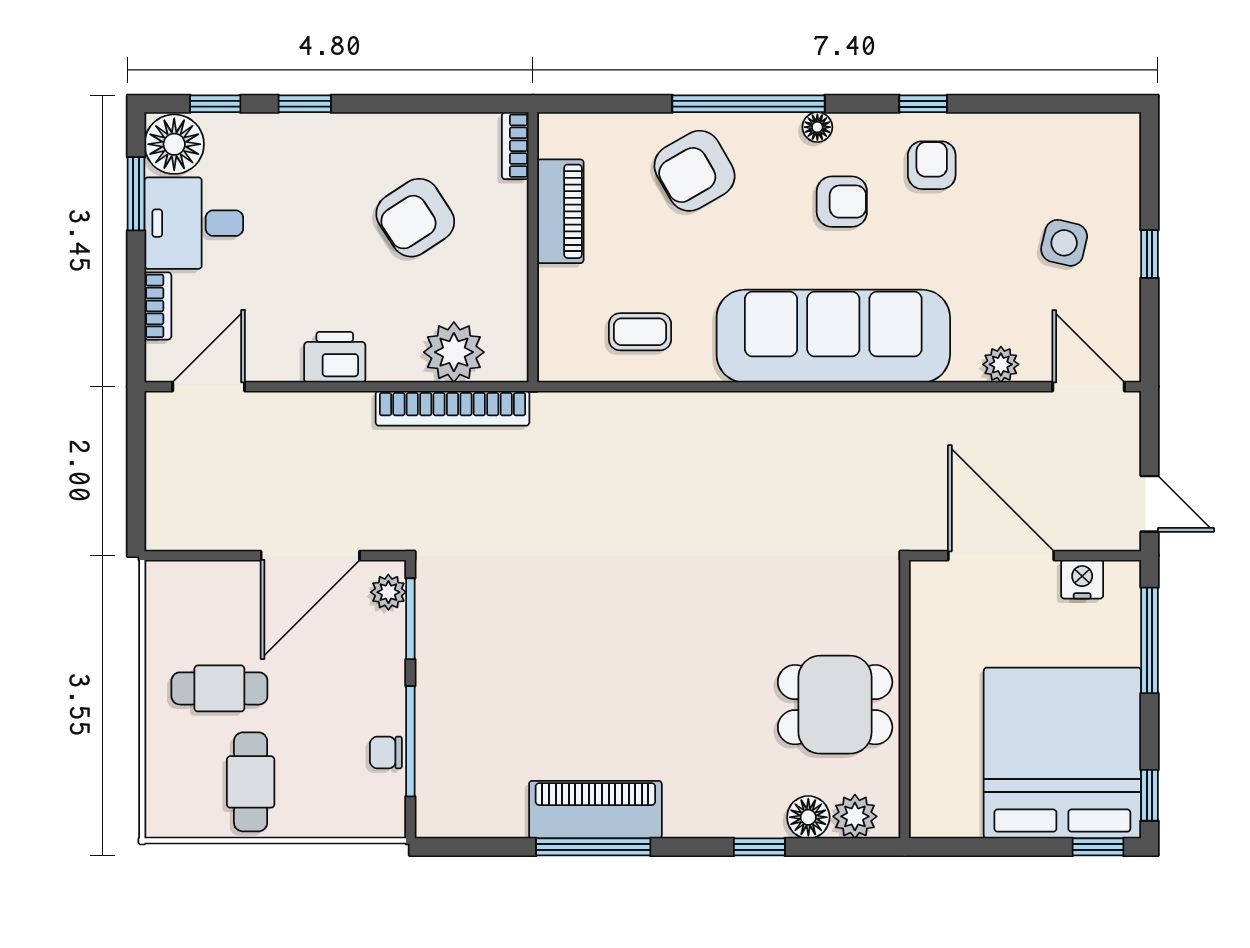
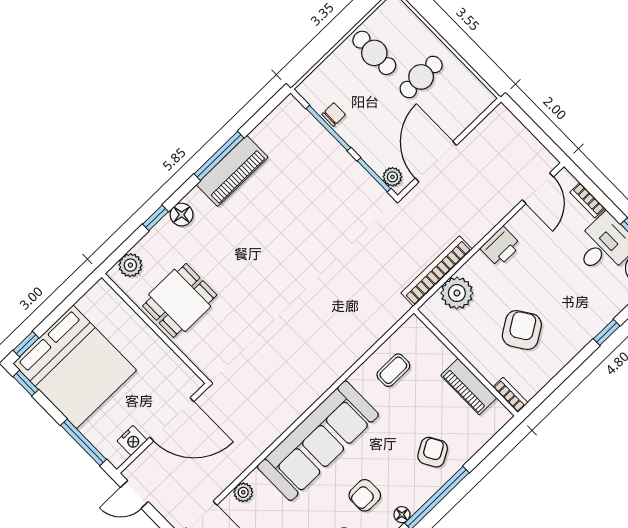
armchair: (695, 171) -> (433, 452), width x0.72, depth x0.72
floor lamp: (808, 817) -> (182, 215), moved

